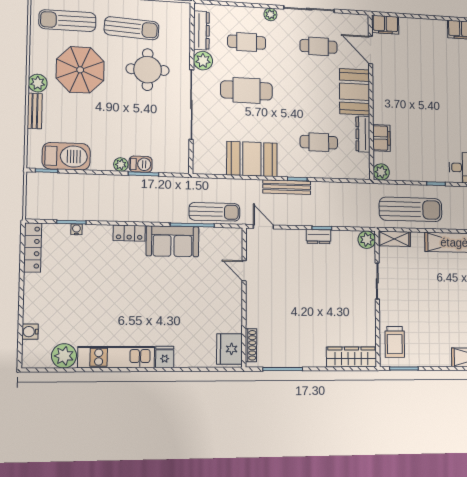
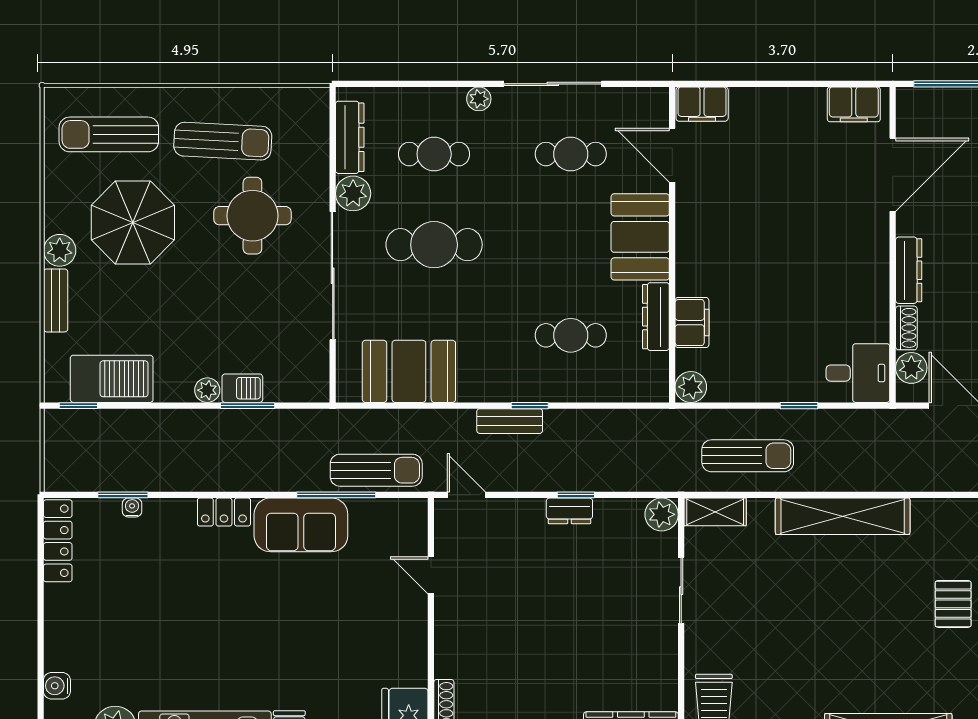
booth: (252, 159) -> (409, 371), moved
bench: (287, 187) -> (510, 421), width x0.73
sun lounger: (411, 209) -> (748, 456), width x0.73, depth x0.75

